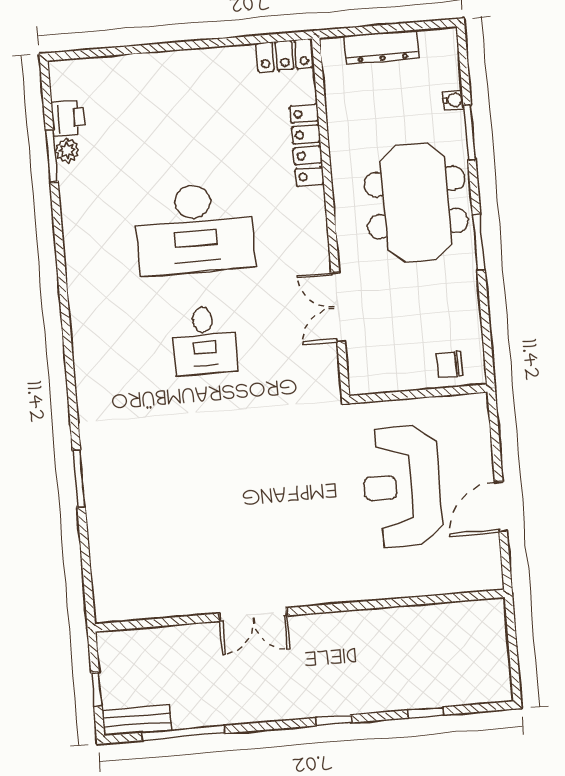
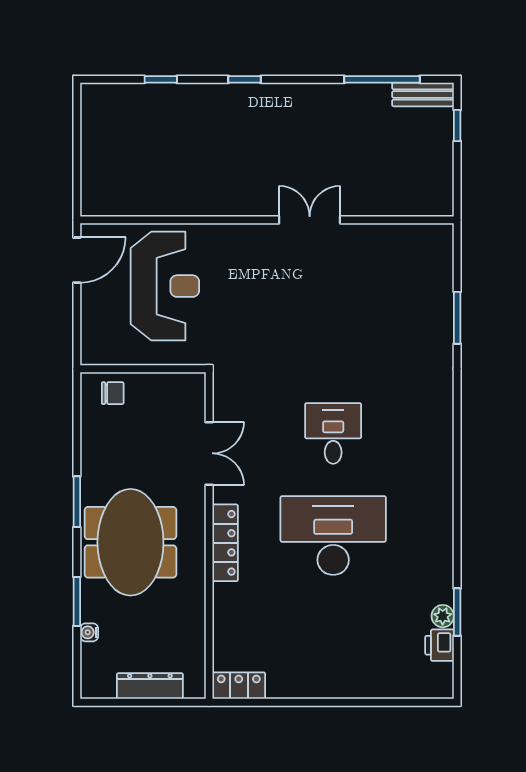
locker: (307, 145) -> (225, 543), moved
wall: (300, 611) -> (267, 220), moved
double door: (253, 615) -> (310, 220), moved

